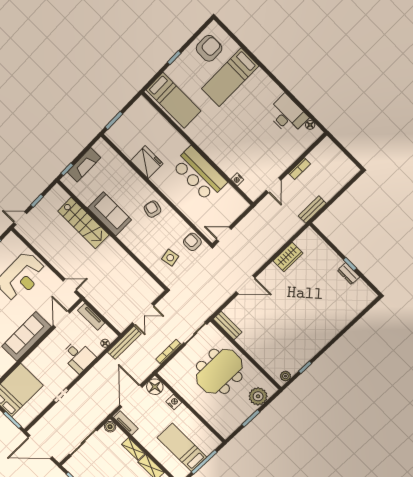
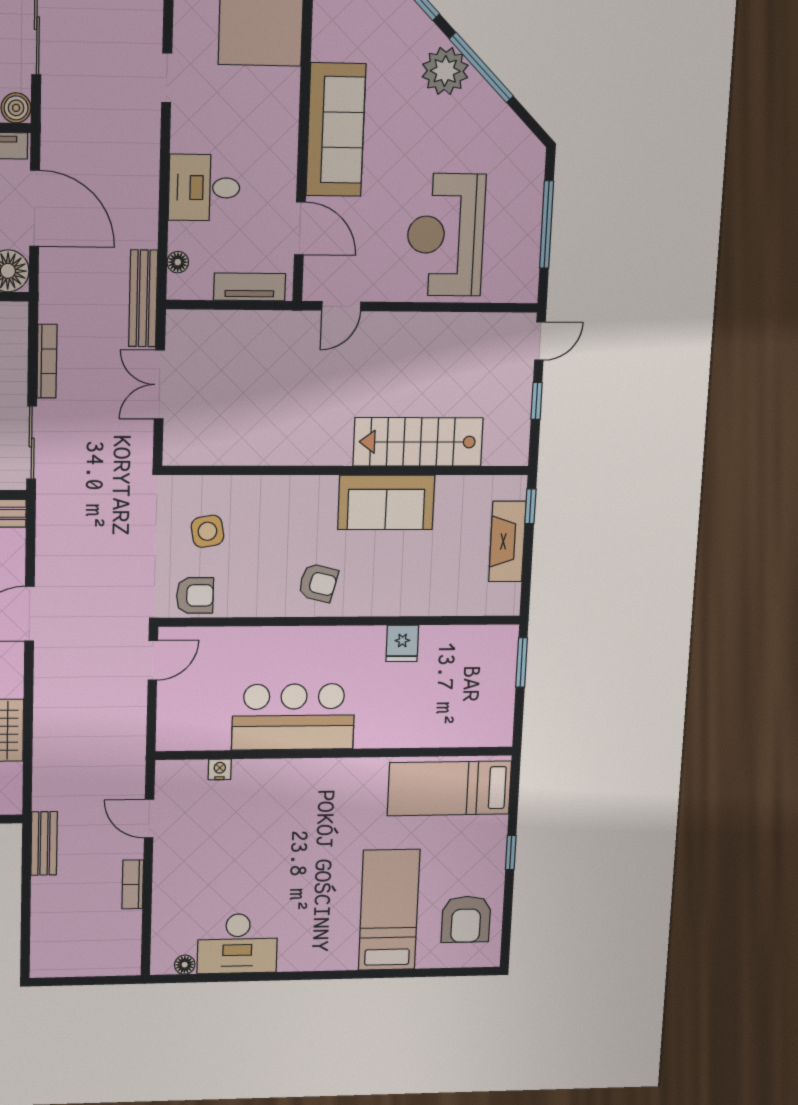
fridge: (147, 162) -> (402, 643), width x0.53, depth x0.75

